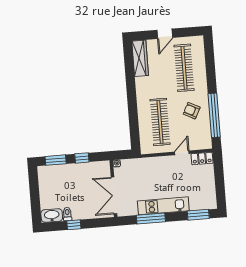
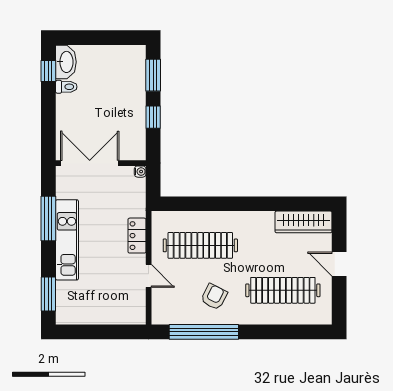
locker: (202, 158) -> (137, 236), moved
window: (74, 225) -> (48, 71), moved

